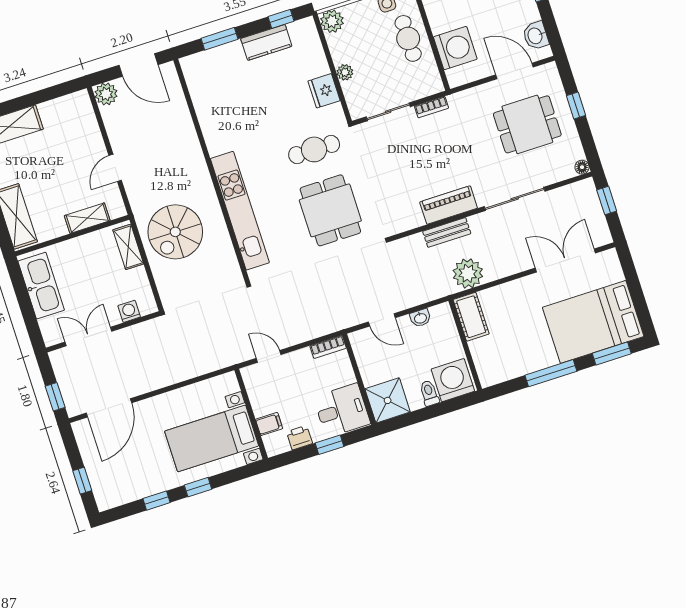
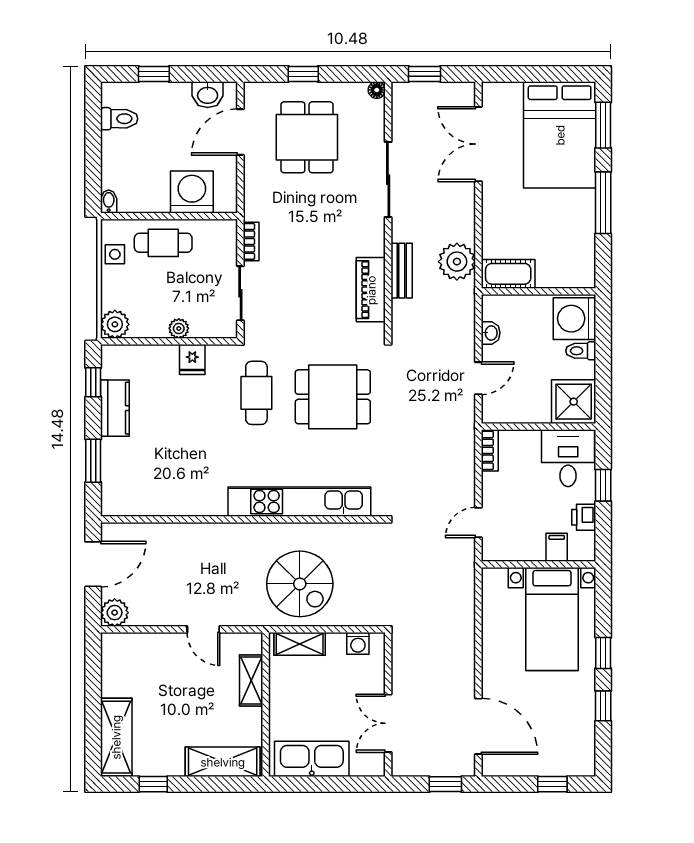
fridge: (324, 91) -> (192, 360), width x0.72
piano: (449, 205) -> (371, 290), moved
washing machine: (129, 311) -> (358, 643), moved, turned -90

